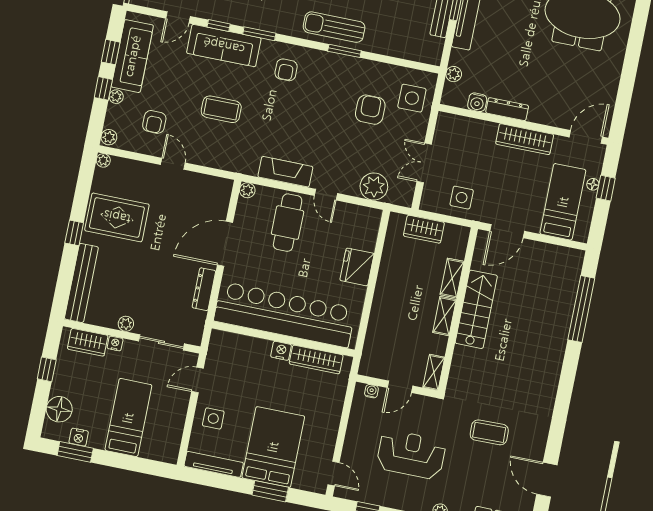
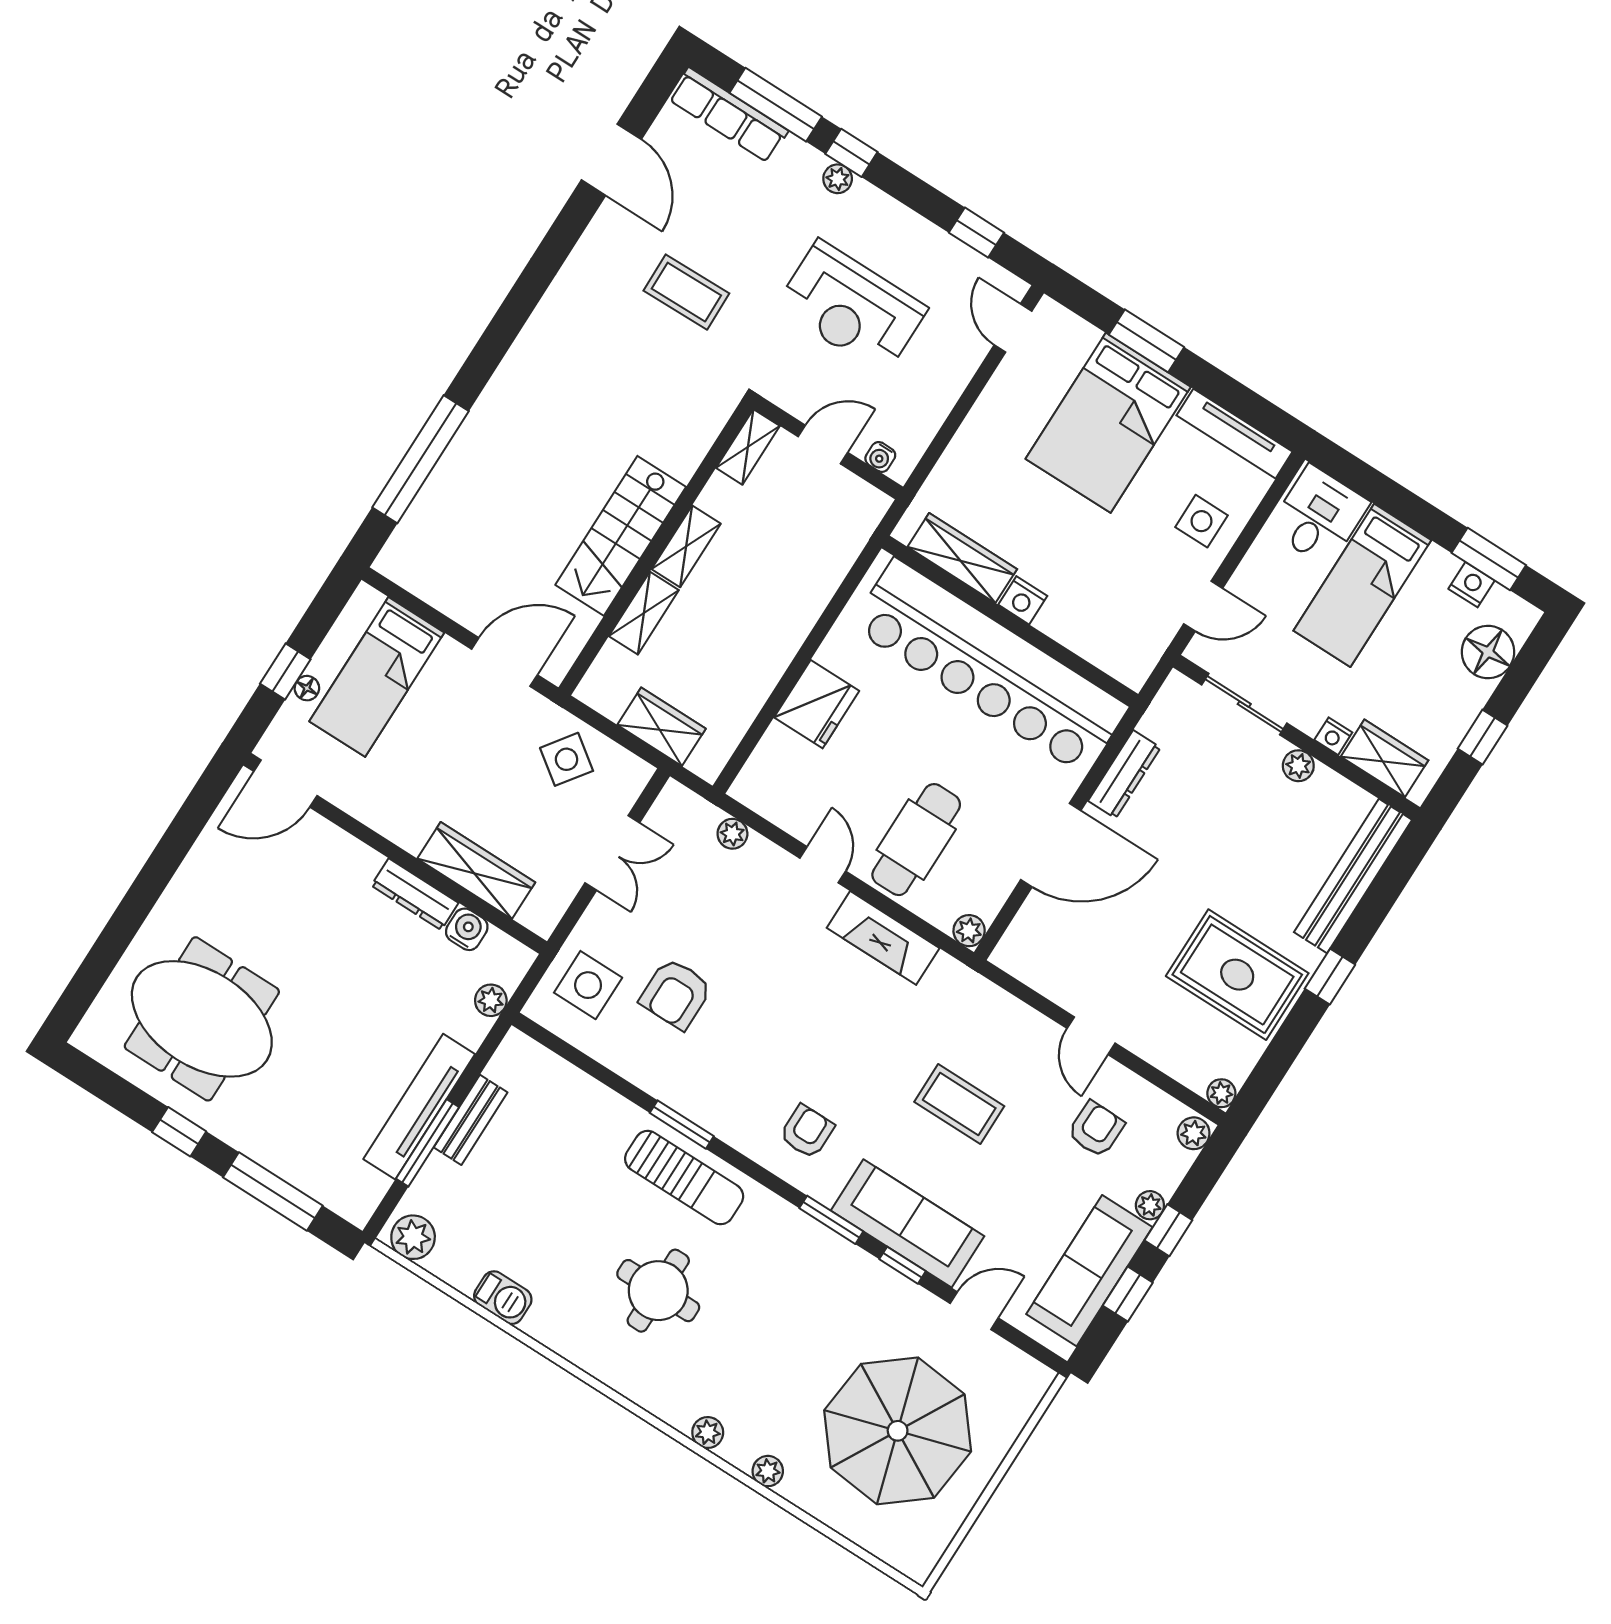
wardrobe: (525, 139) -> (476, 870), moved
plant: (374, 187) -> (732, 834), width x0.53, depth x0.53
side table: (462, 198) -> (567, 759), turned 36
desk: (161, 442) -> (1319, 516), added

